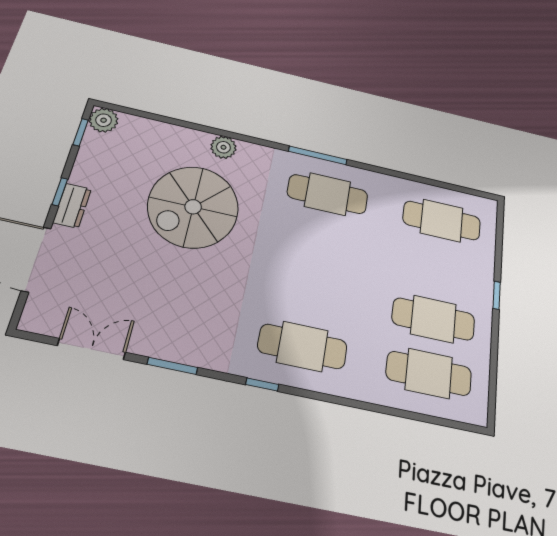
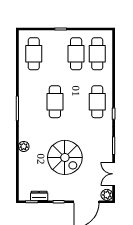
plant: (104, 120) -> (107, 195), moved
cafe table: (328, 194) -> (55, 102), moved
dresser: (72, 206) -> (39, 196), moved
spiral stairs: (193, 207) -> (65, 157), moved

